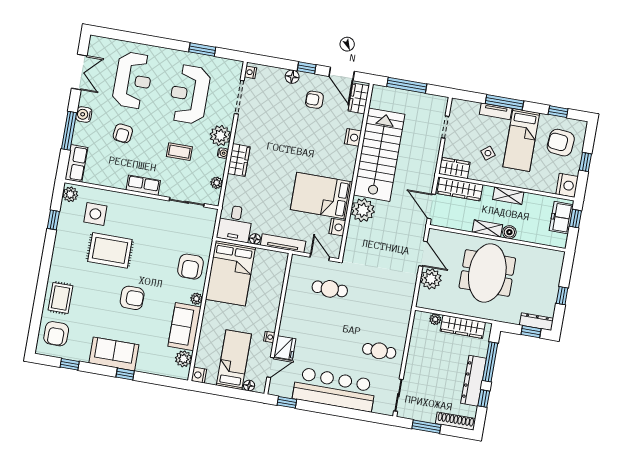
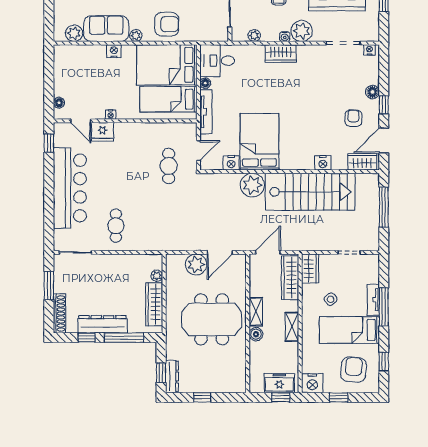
armchair: (191, 267) -> (167, 24), turned 180
bed: (234, 360) -> (168, 99), moved, turned 180
nightstand: (199, 375) -> (114, 51), moved

